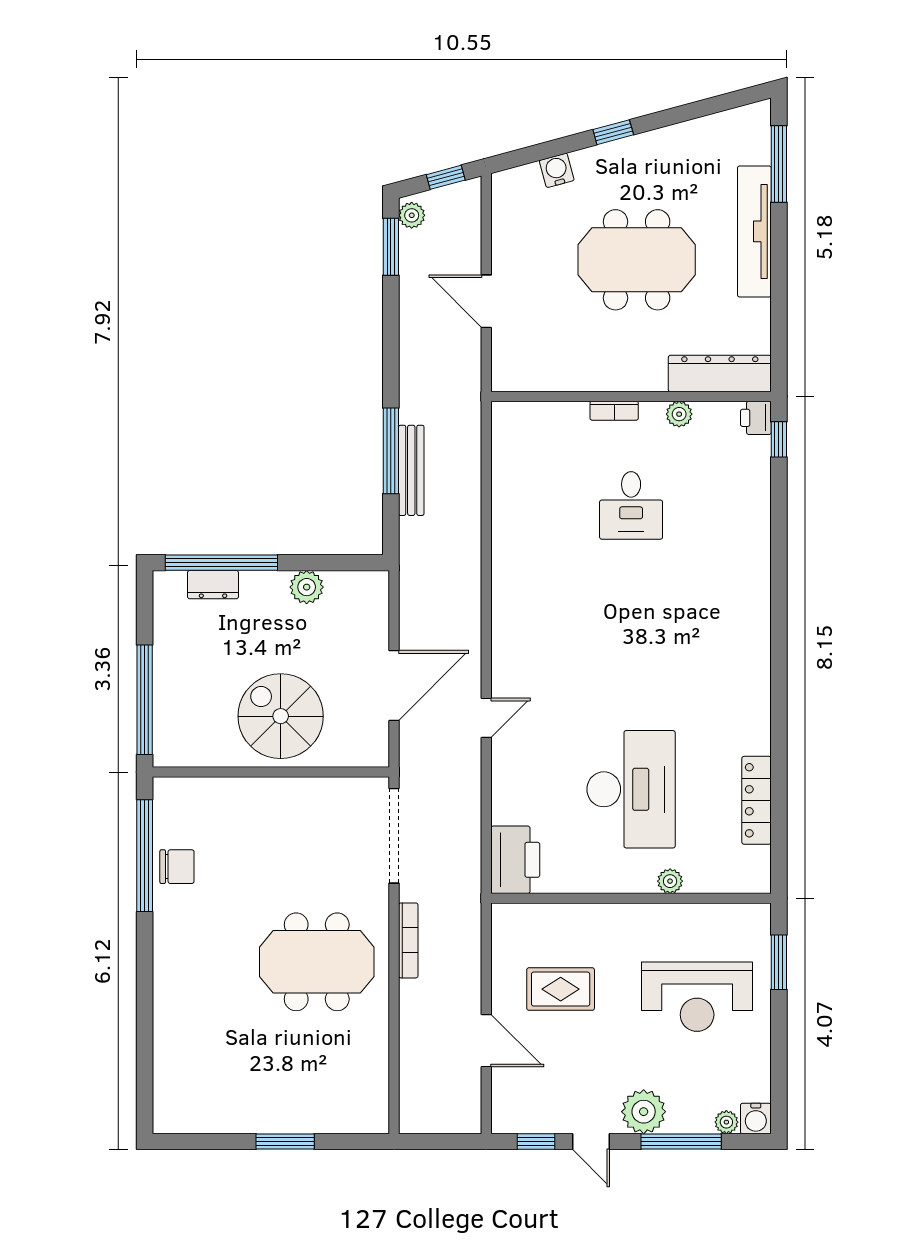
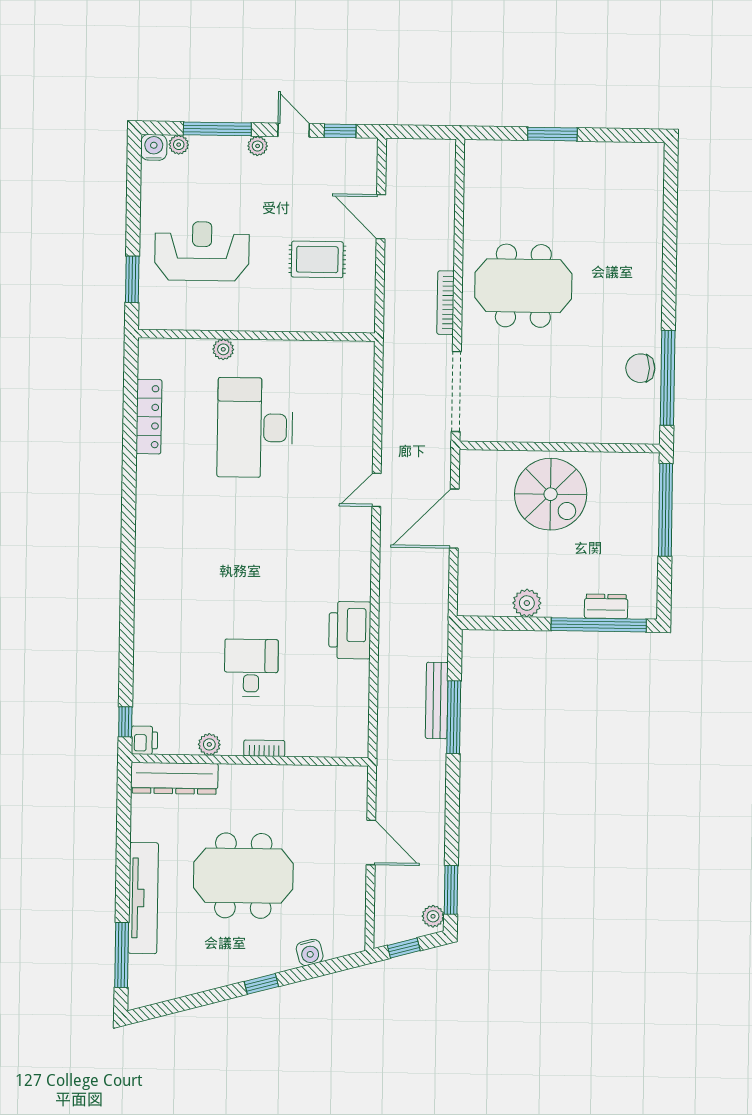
printer: (515, 860) -> (350, 630), moved
plant: (644, 1112) -> (258, 146), width x0.53, depth x0.53

